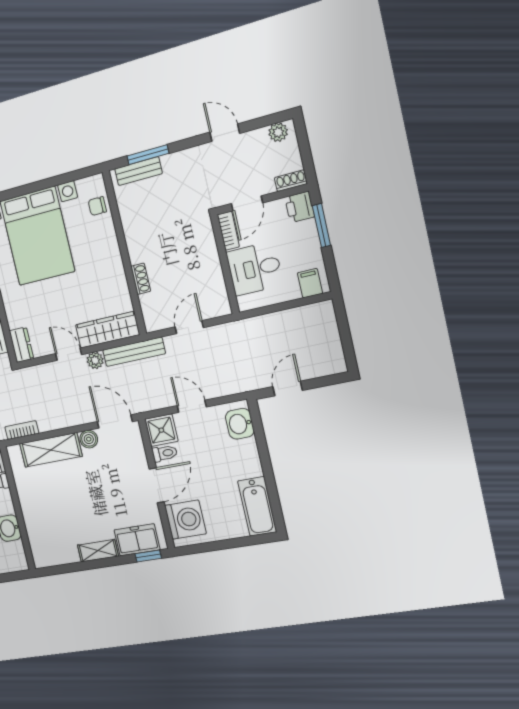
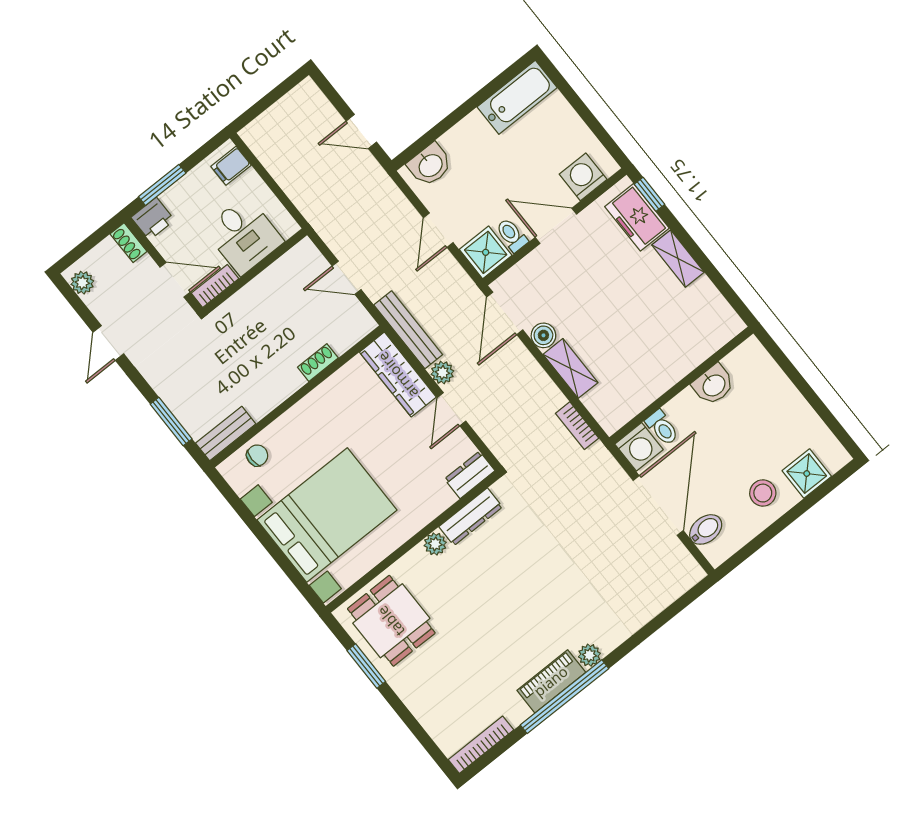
bench: (138, 171) -> (226, 433), moved, turned 90
chair: (97, 206) -> (257, 455), turned -90
shelving: (51, 450) -> (570, 368), width x0.67, depth x0.75
washing machine: (185, 520) -> (583, 177), width x0.73, depth x0.73

